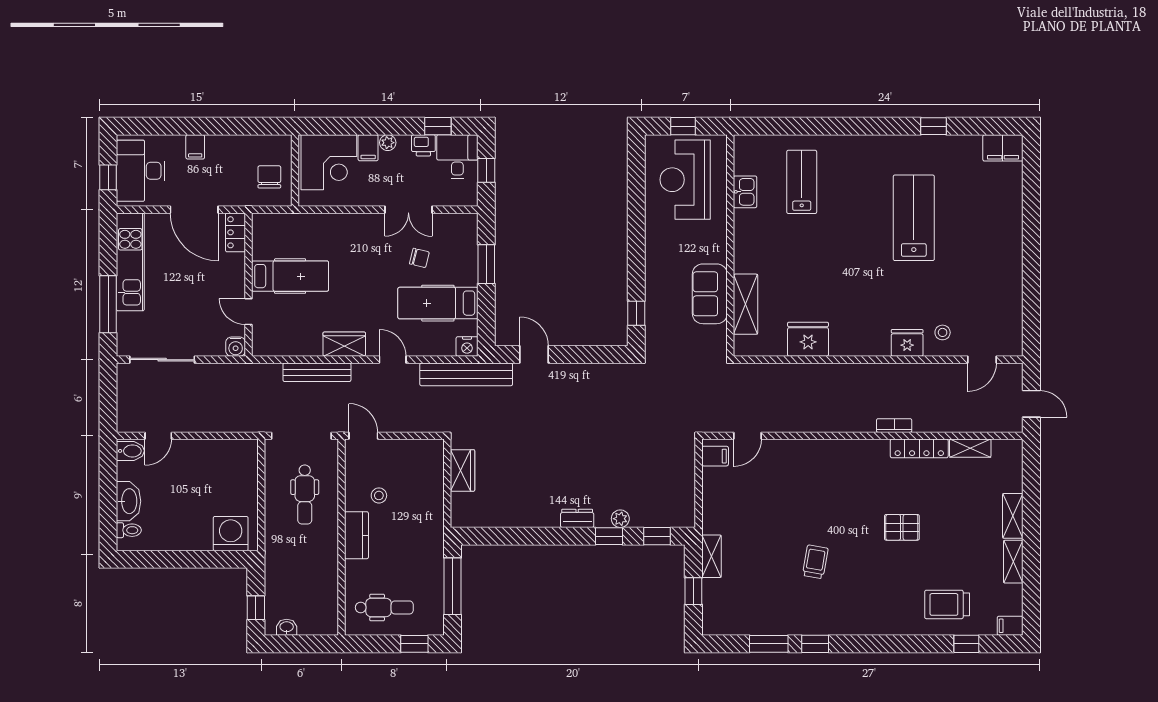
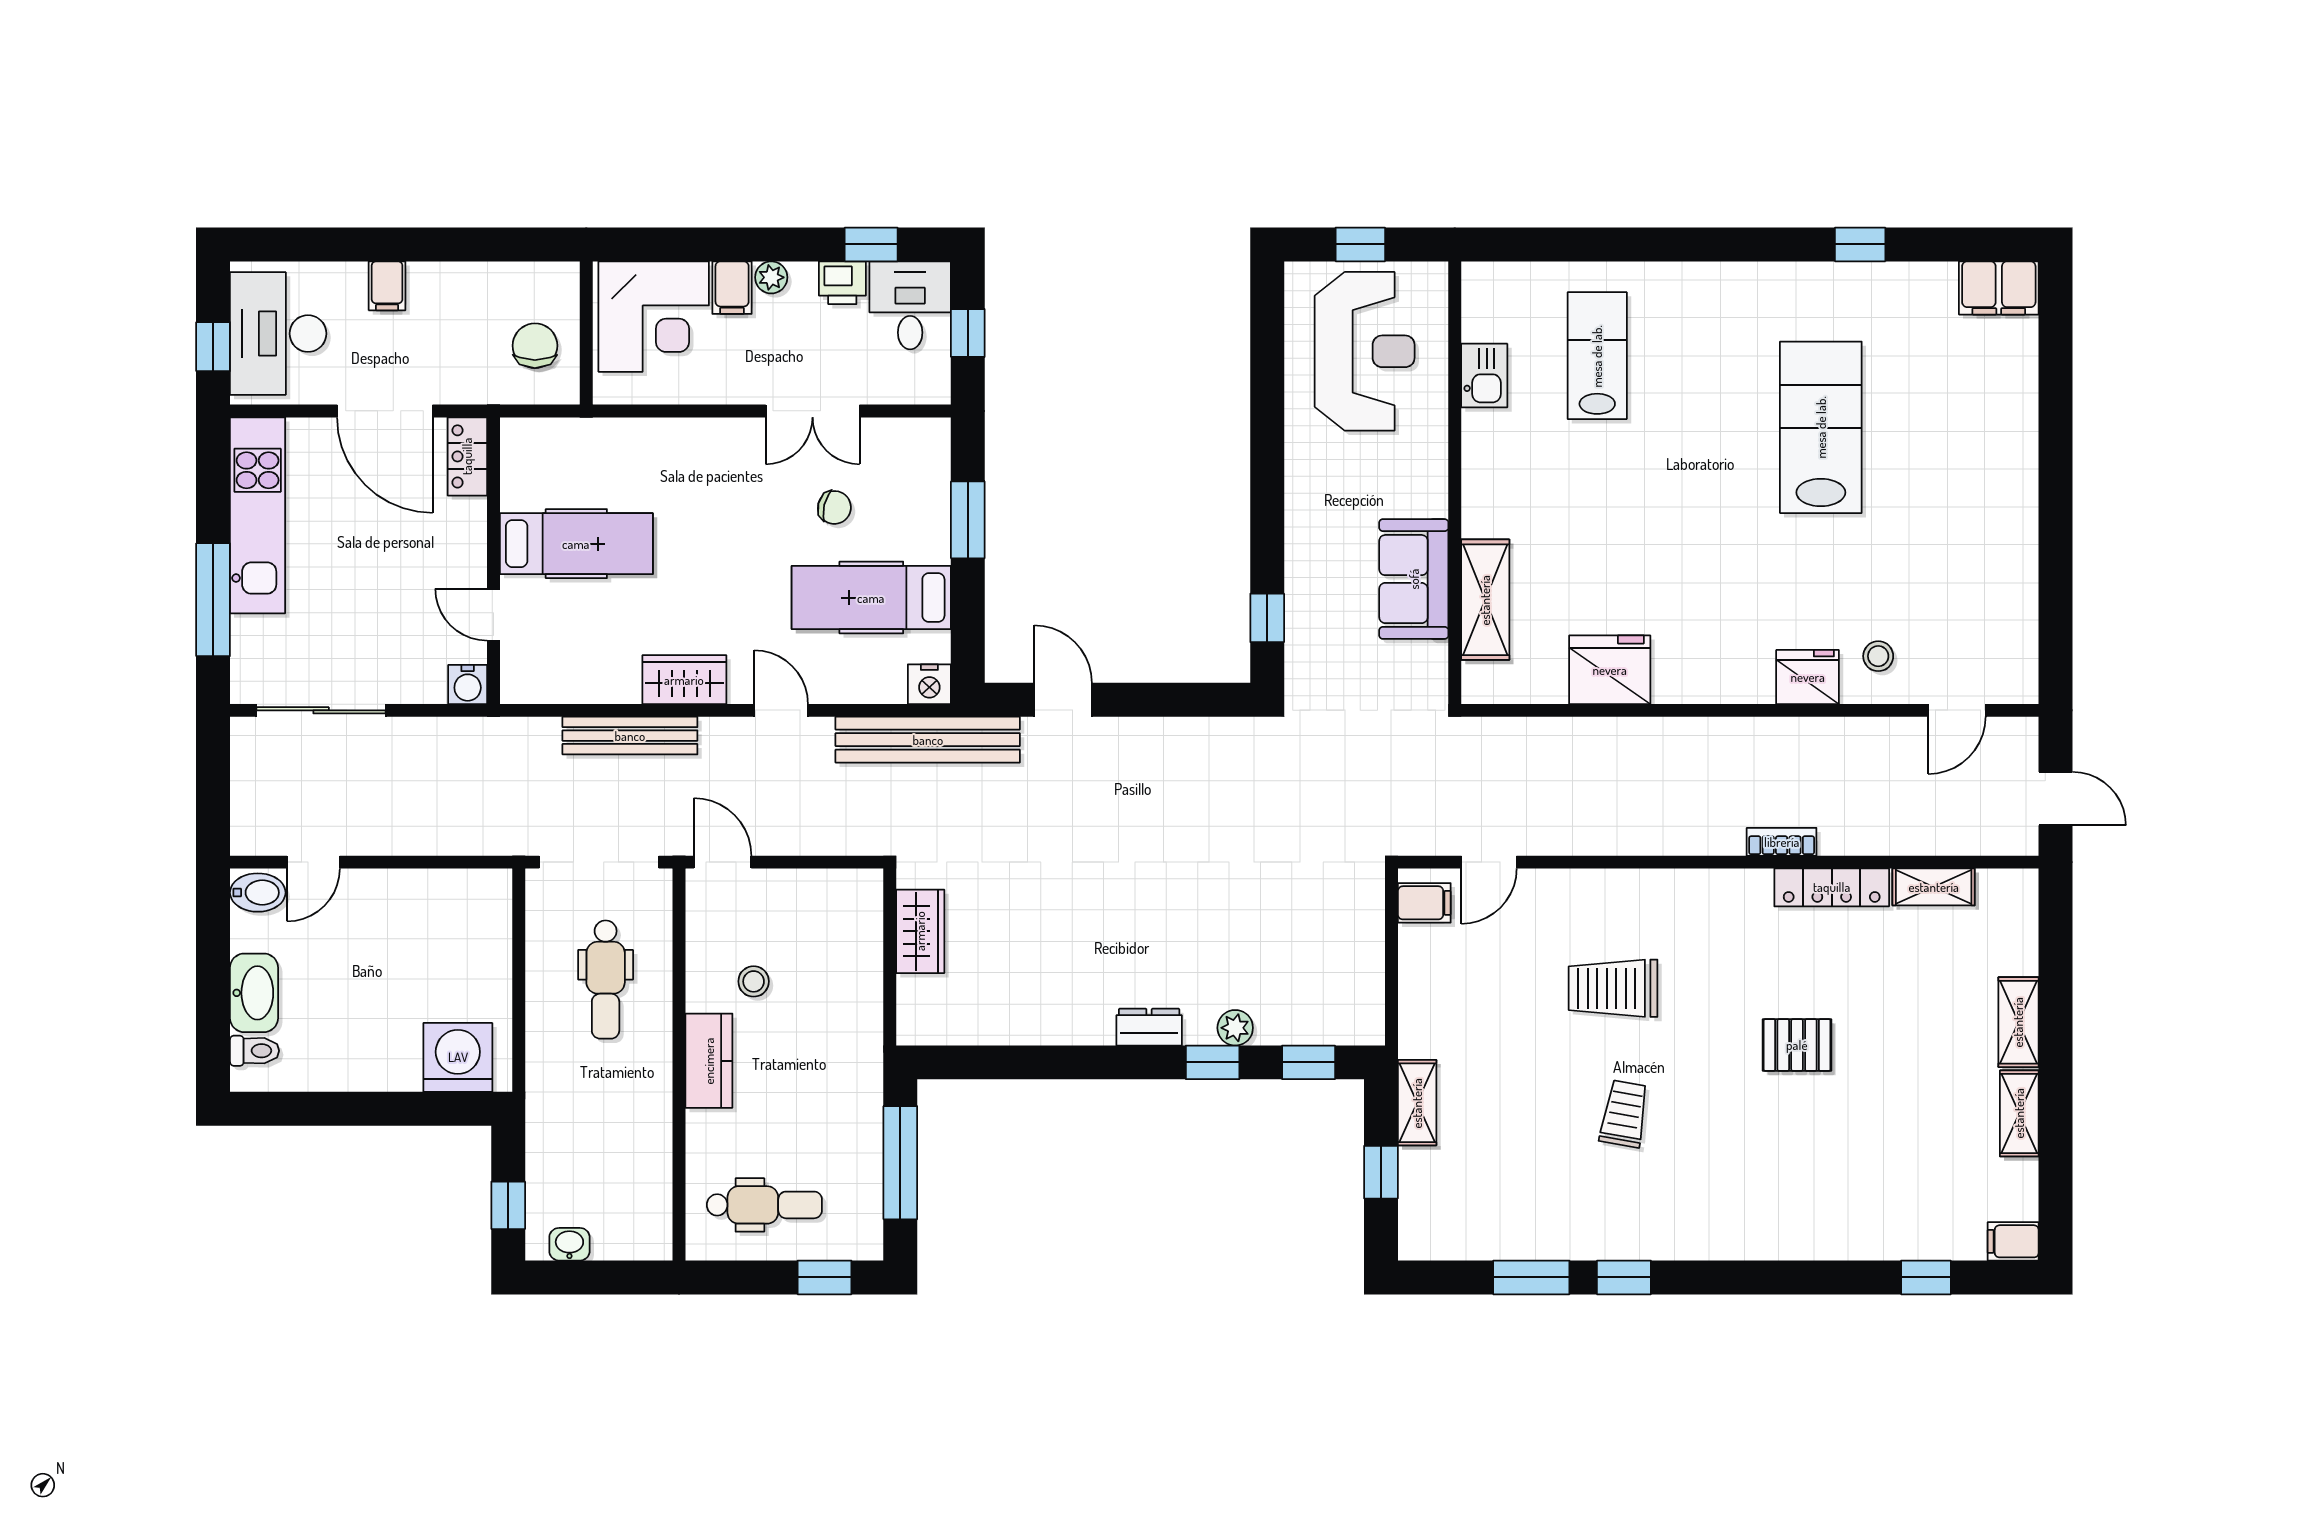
reception desk: (685, 180) -> (1365, 351), turned 180
trolley: (947, 604) -> (1613, 988), moved

